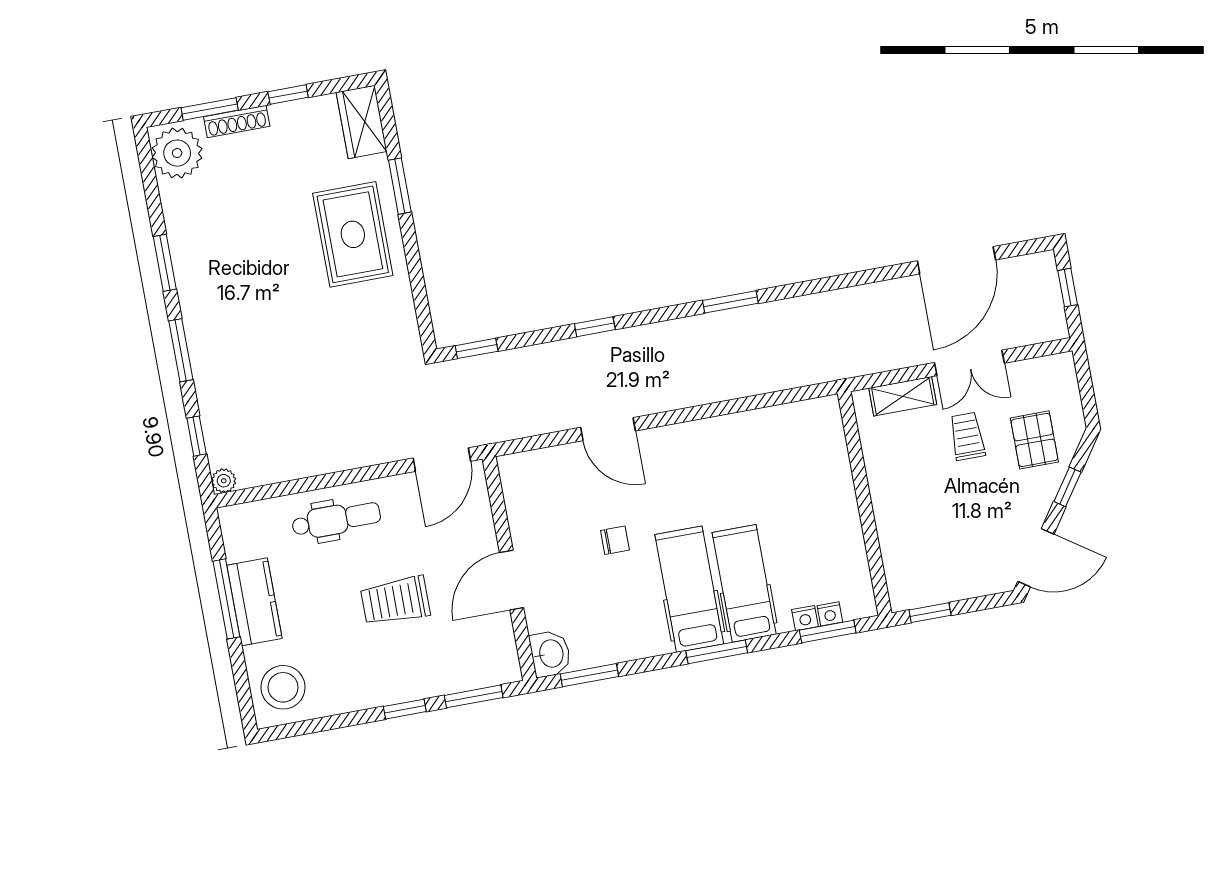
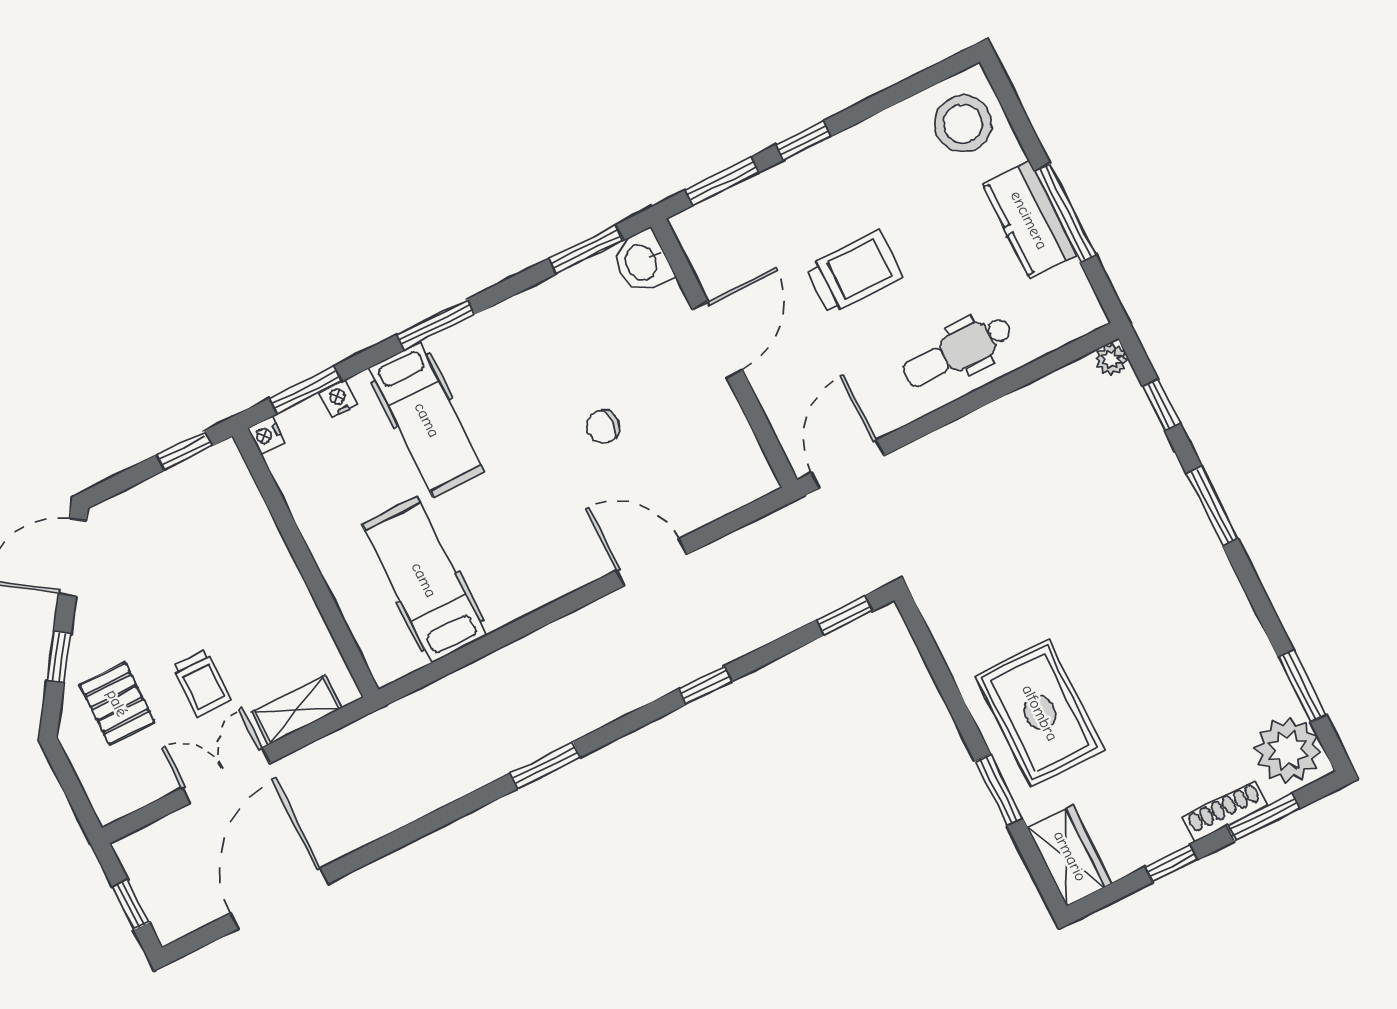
window: (165, 263) -> (1302, 686), moved
hospital bed: (689, 589) -> (424, 580), moved, turned 180
nightstand: (830, 614) -> (266, 435), moved, turned -90

